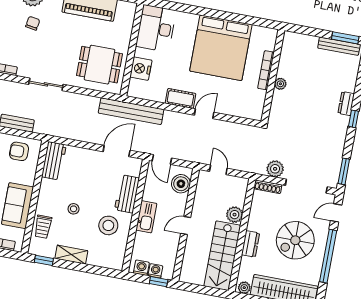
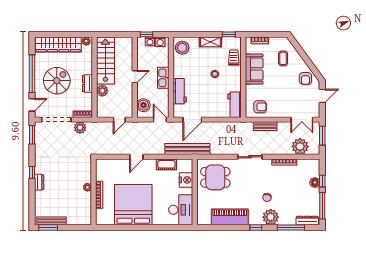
cot: (180, 98) -> (166, 164), moved
door: (218, 170) -> (119, 120), hinge flipped
stool: (108, 225) -> (182, 48), moved
dresser: (250, 244) -> (87, 84), moved

